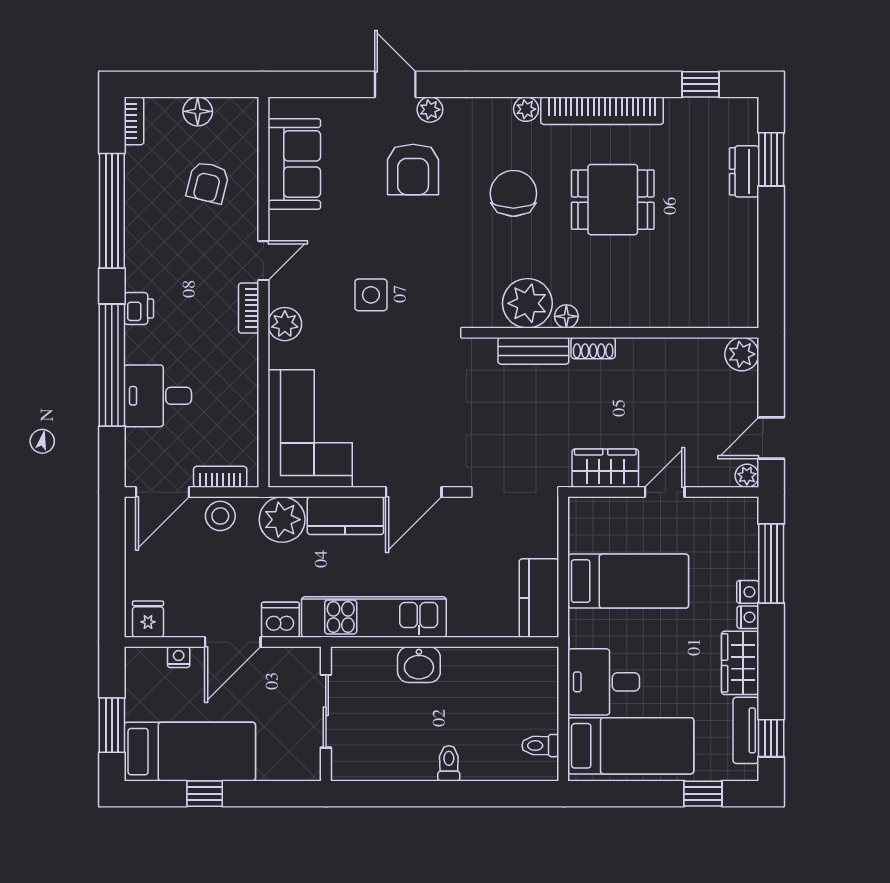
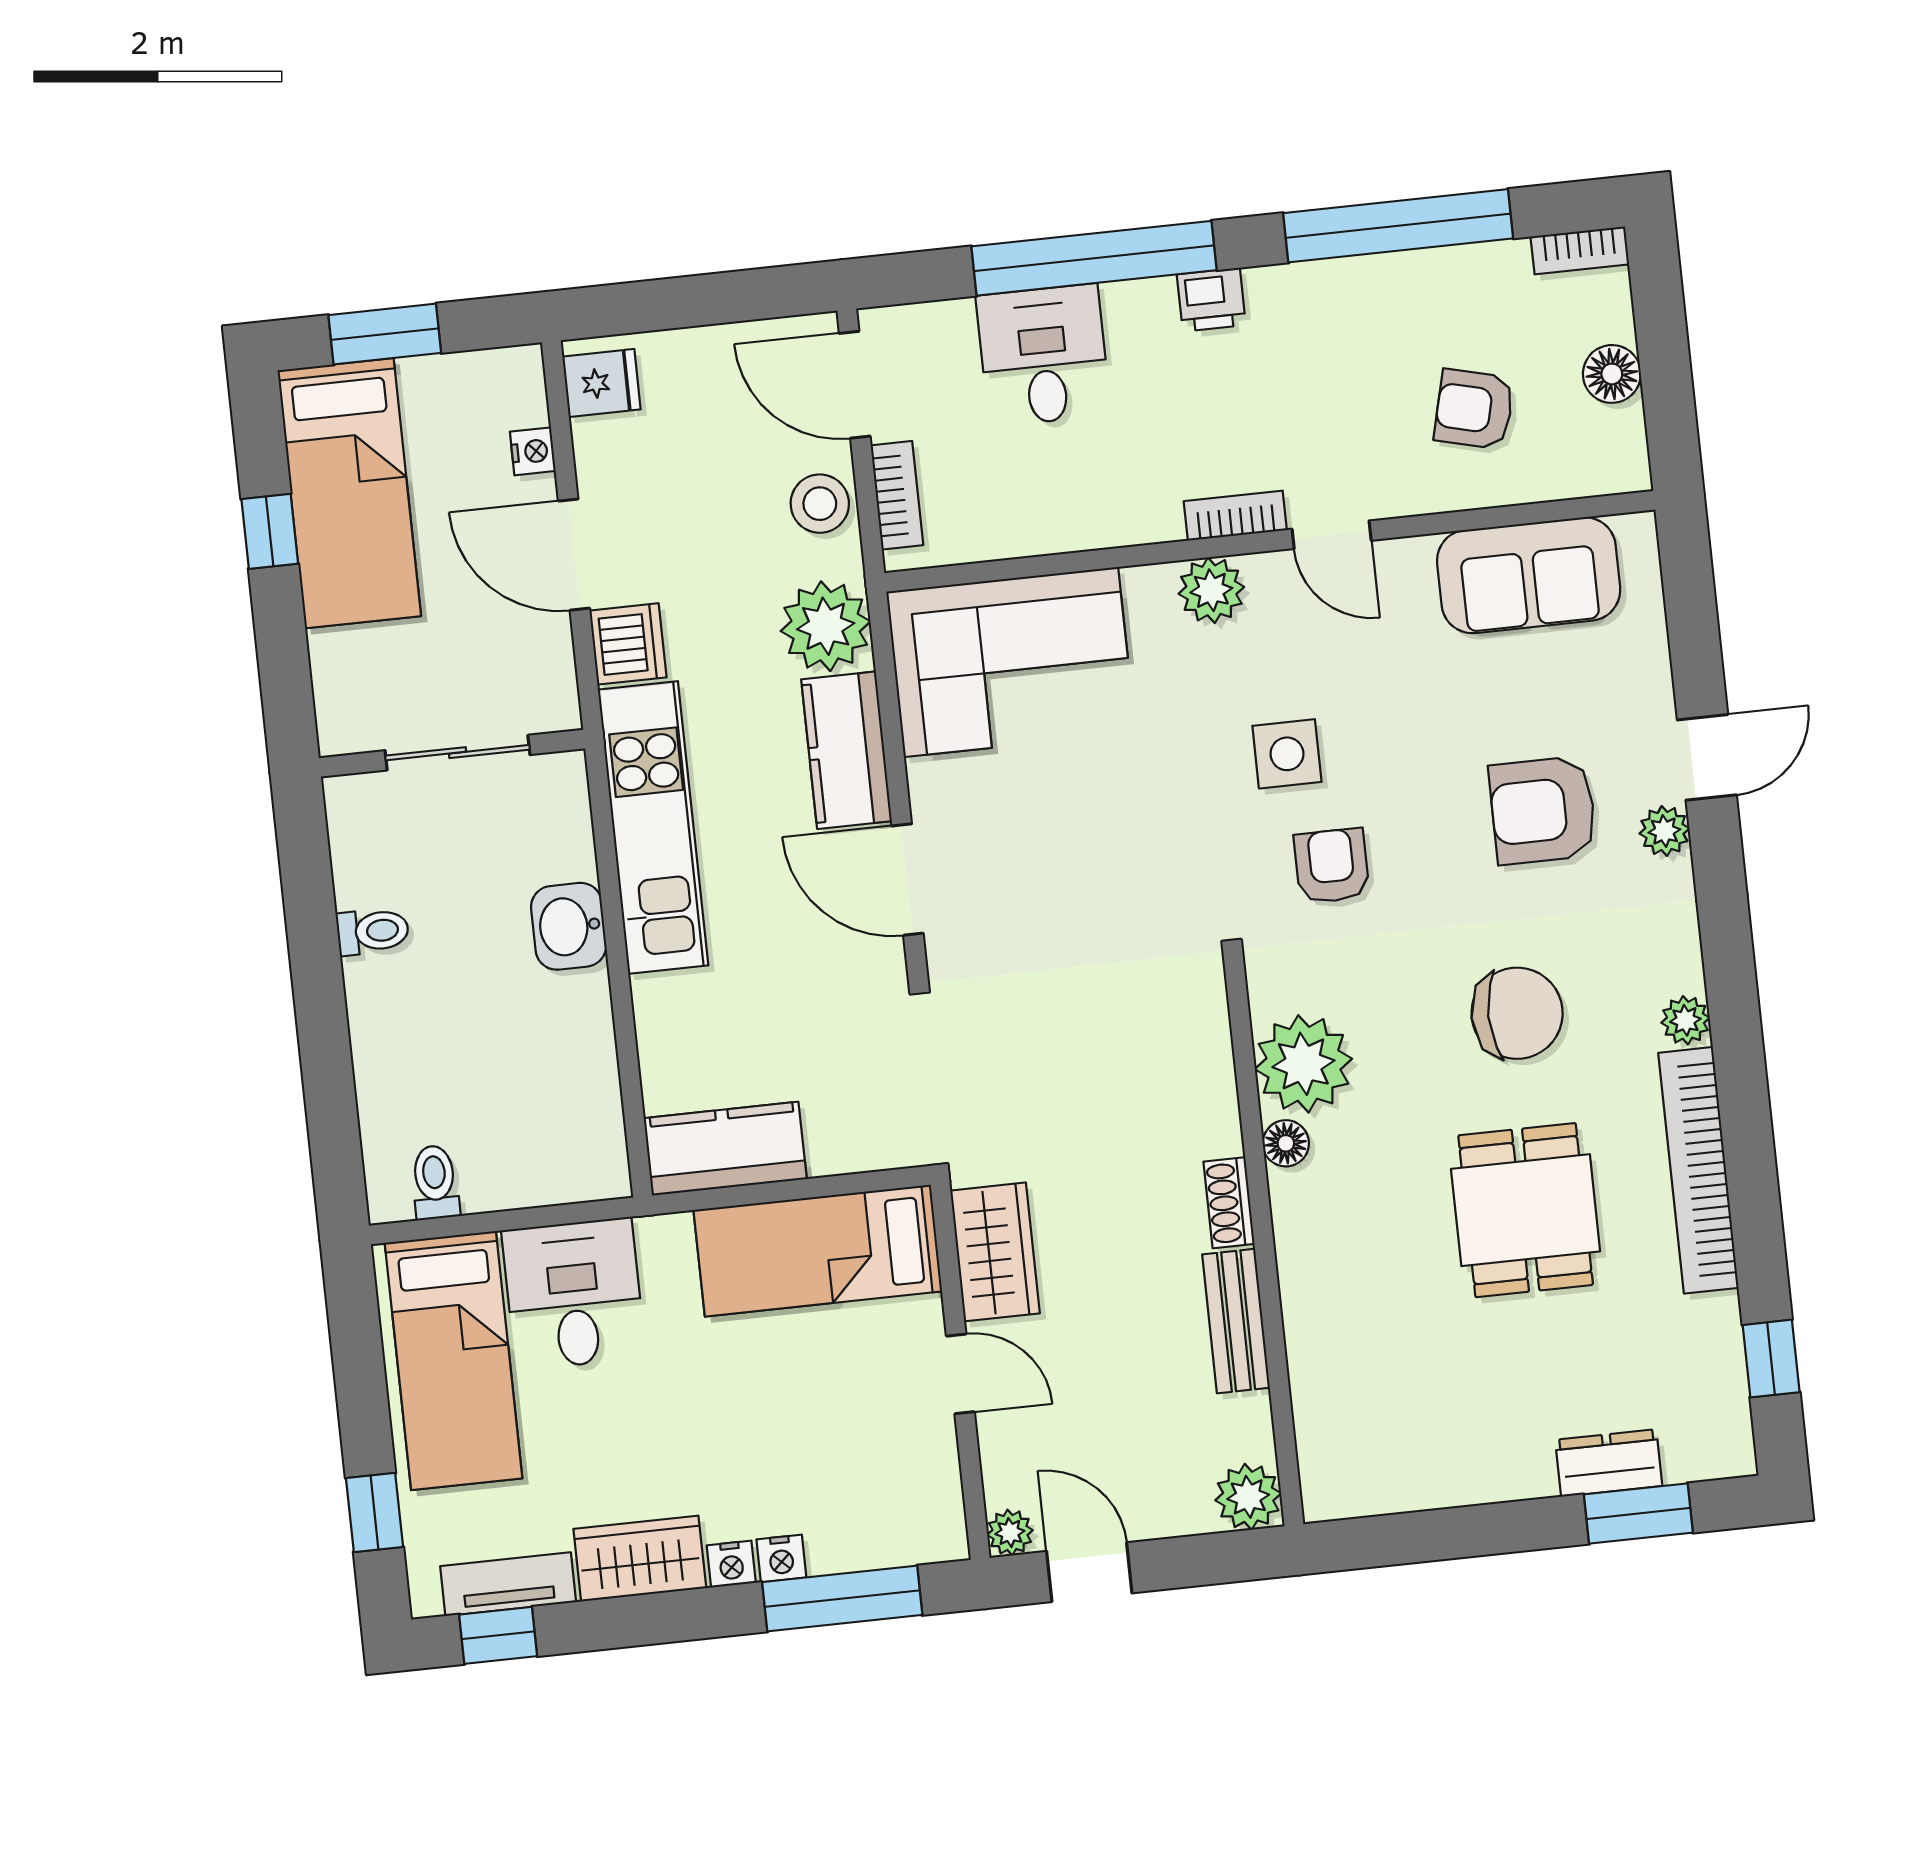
armchair: (430, 278) -> (1332, 866), added
bench: (533, 351) -> (1236, 1321), moved
bed: (628, 581) -> (818, 1251), moved, turned 90
toilet: (449, 763) -> (373, 931), moved

